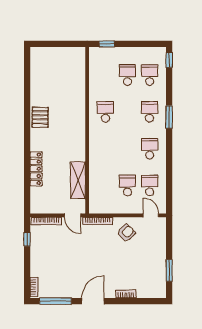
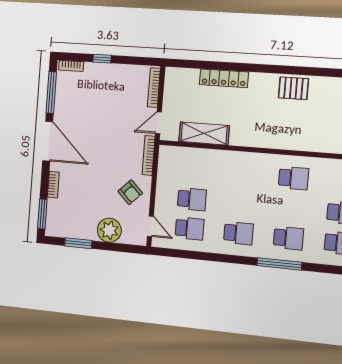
window: (169, 117) -> (279, 264), width x1.44
door: (151, 215) -> (150, 226), hinge flipped
window: (27, 239) -> (102, 59), moved
plant: (157, 247) -> (109, 230), added
door: (93, 301) -> (48, 141), width x1.36
window: (149, 301) -> (42, 214), added

